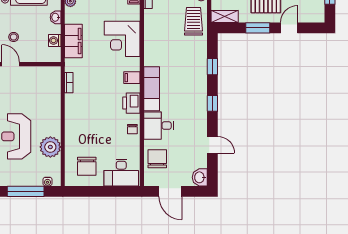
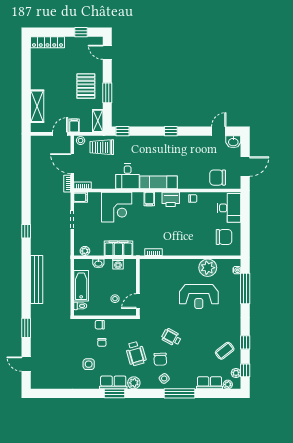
door: (289, 28) -> (107, 52), moved
window: (212, 67) -> (123, 131), moved
desk: (159, 126) -> (128, 176), moved
door: (212, 145) -> (219, 131), moved

